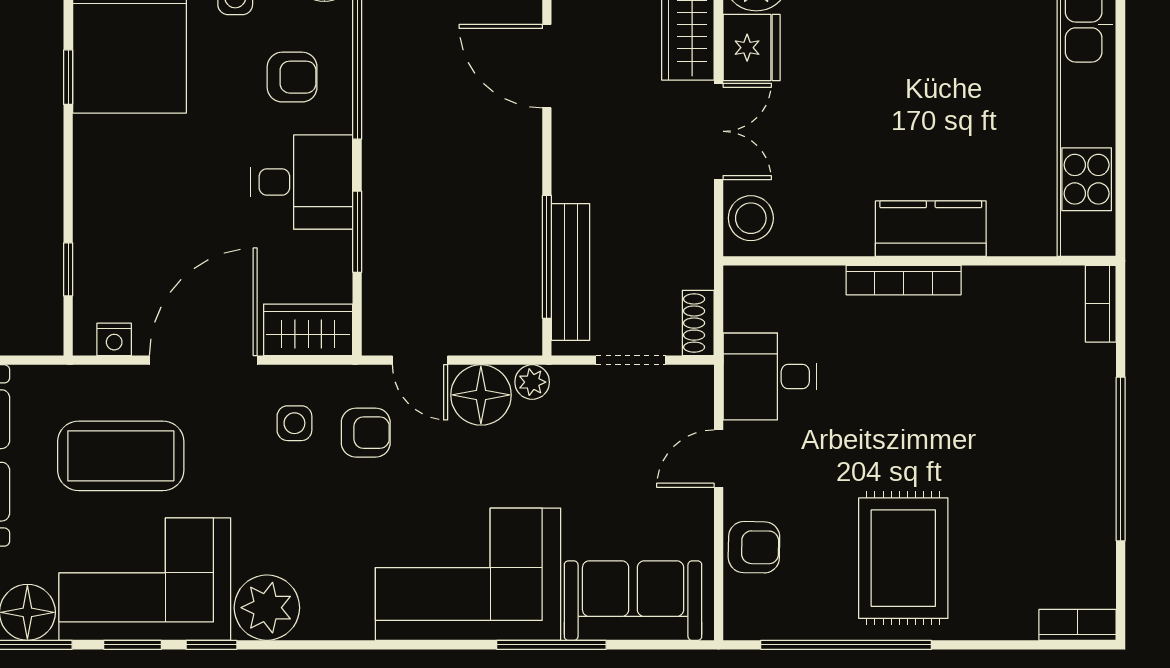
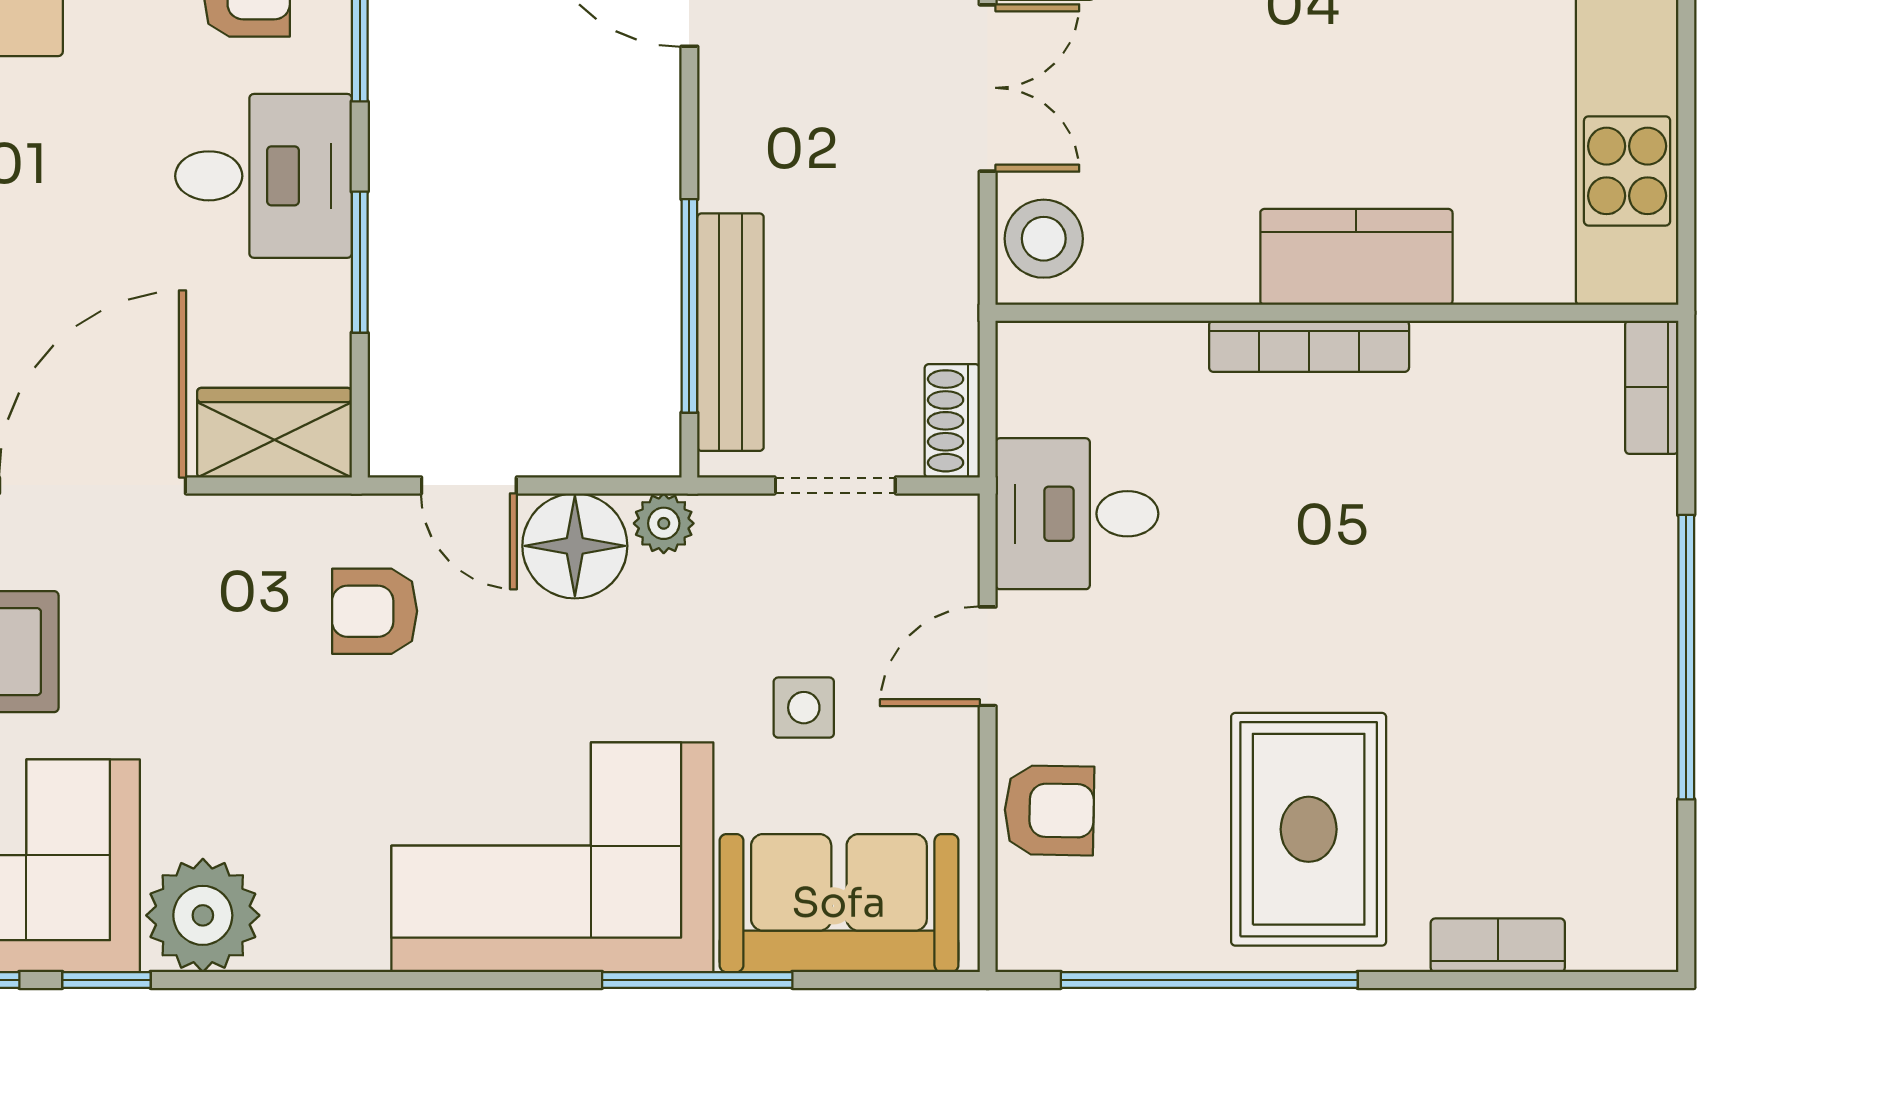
side table: (294, 423) -> (804, 708), moved
armchair: (366, 433) -> (375, 611), turned 180
bookcase: (1078, 625) -> (1498, 945), moved

